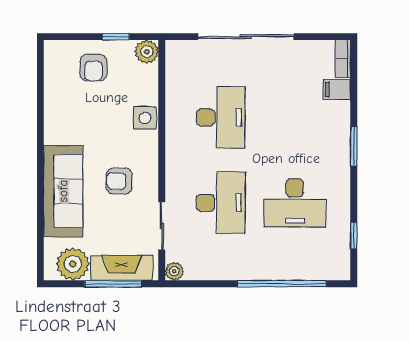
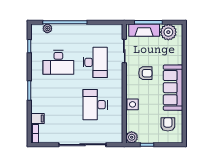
armchair: (93, 68) -> (168, 124), moved
sofa: (63, 191) -> (173, 88), moved
desk: (221, 203) -> (95, 62), turned 180
desk: (295, 203) -> (58, 62), turned 180
plant: (174, 271) -> (47, 28), moved

